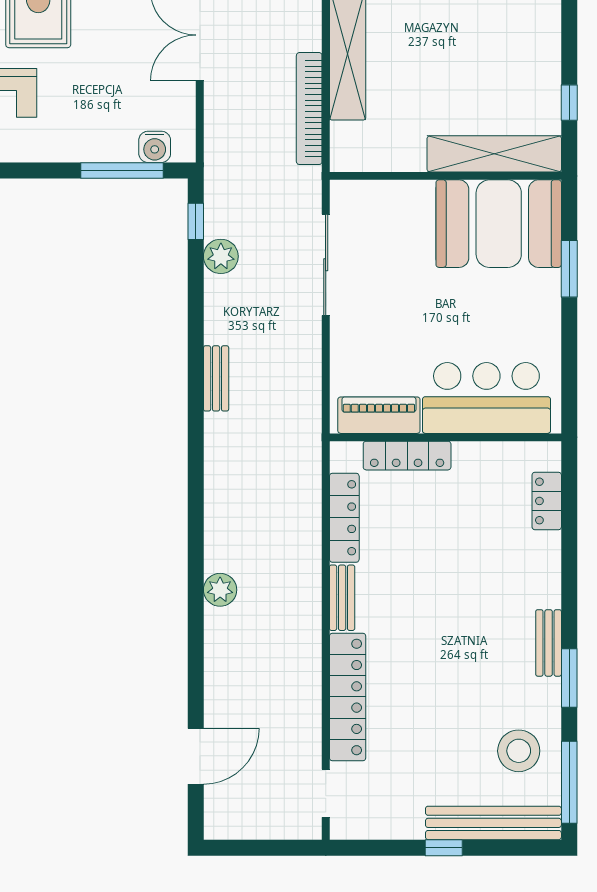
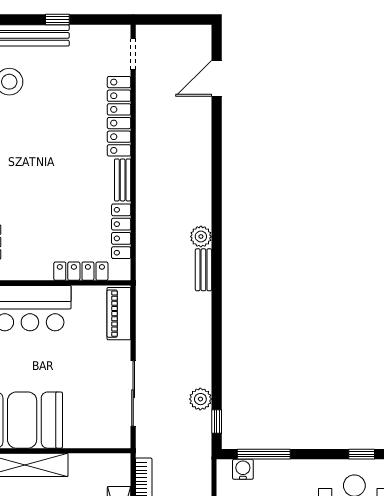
bench: (216, 378) -> (203, 270), moved
piano: (379, 415) -> (119, 314), moved, turned 90
plant: (220, 590) -> (201, 237), moved

